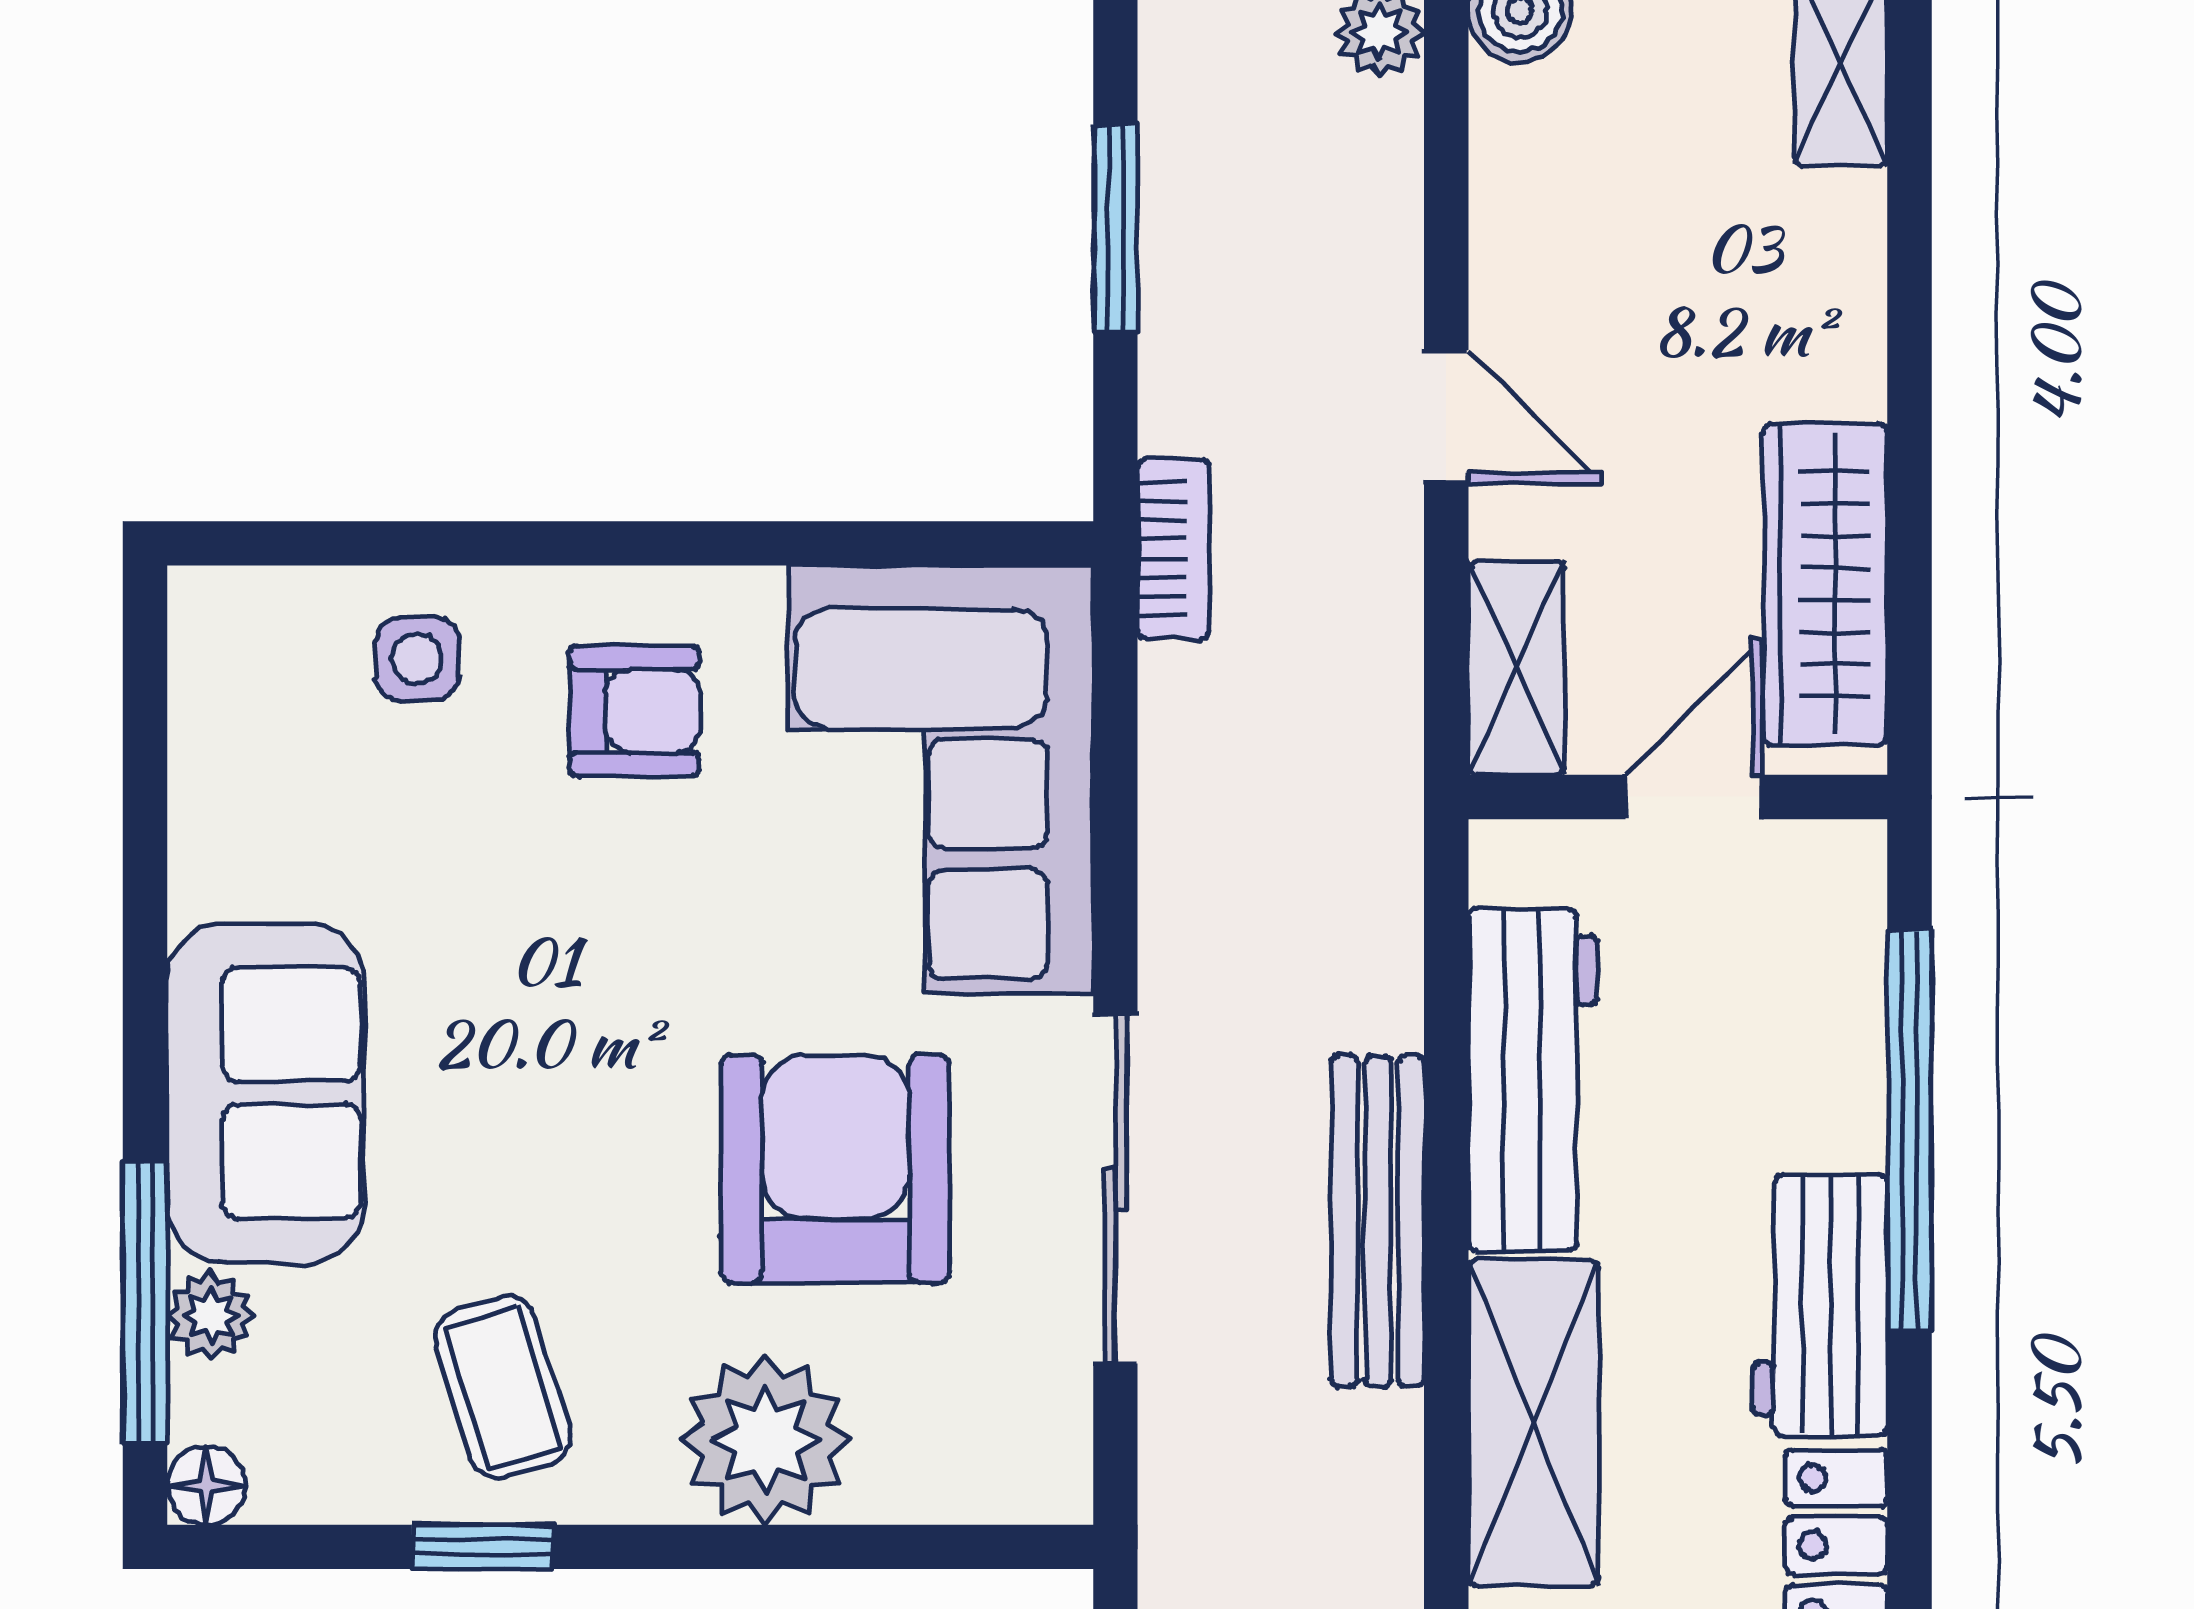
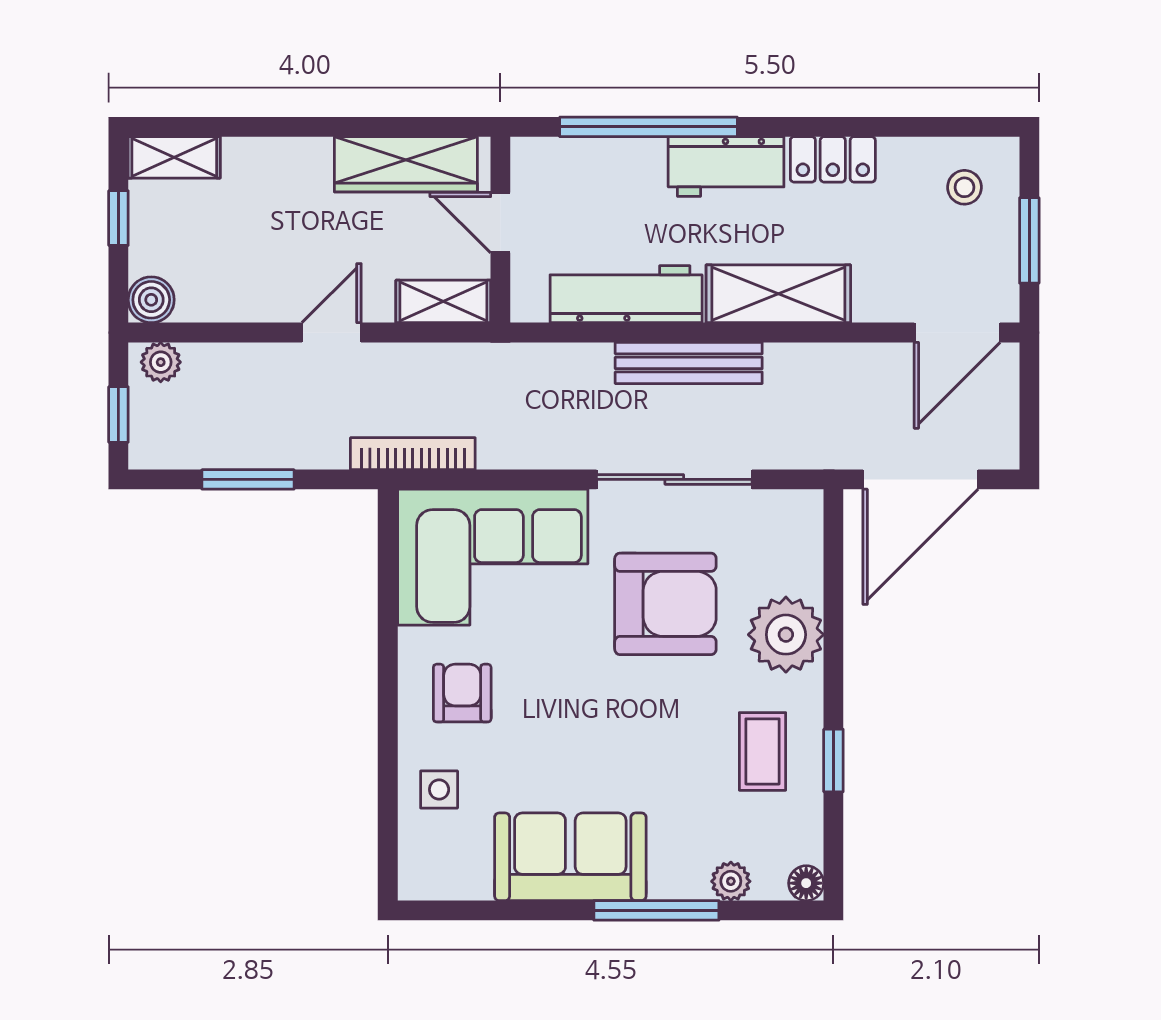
bookcase: (1173, 549) -> (413, 454), width x1.56
sofa: (266, 1093) -> (570, 857), moved
armchair: (835, 1169) -> (665, 604), turned 180
window: (145, 1302) -> (656, 910), moved
coffee table: (503, 1387) -> (763, 751), turned -73

